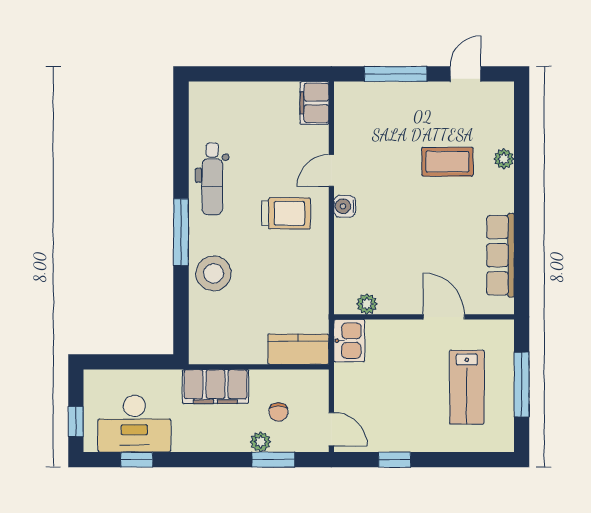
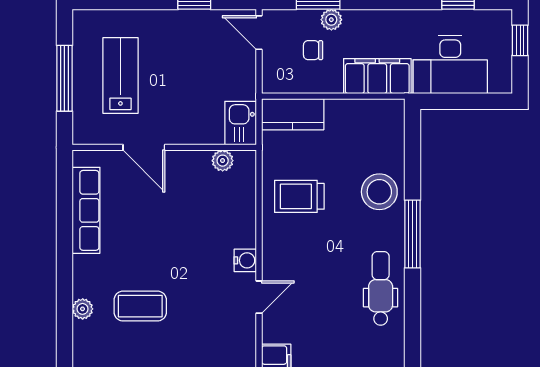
trolley: (286, 213) -> (299, 196), moved
chair: (278, 412) -> (313, 50), turned -90
desk: (134, 424) -> (450, 64), moved, turned 180

